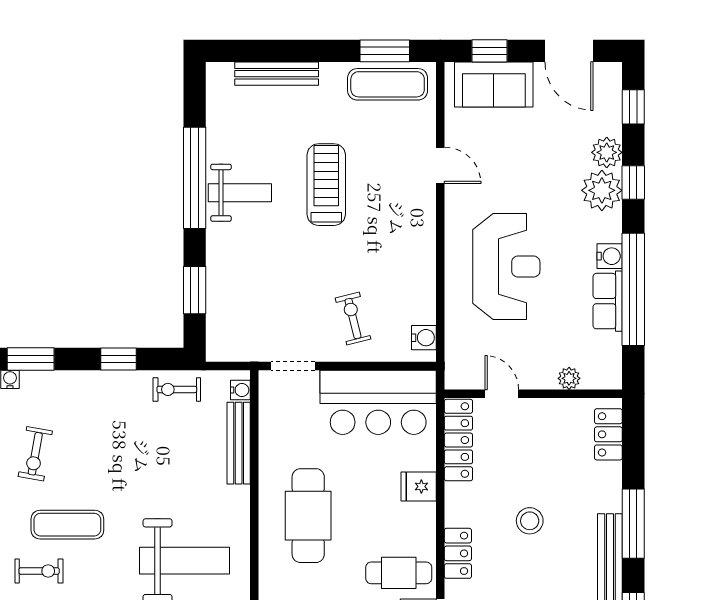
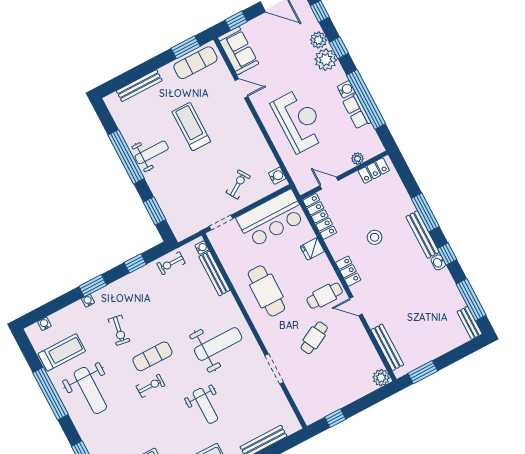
sofa: (494, 85) -> (238, 51), moved, turned -90
exercise bike: (353, 318) -> (238, 184), turned 71
locker: (608, 434) -> (374, 171), moved, turned -90

